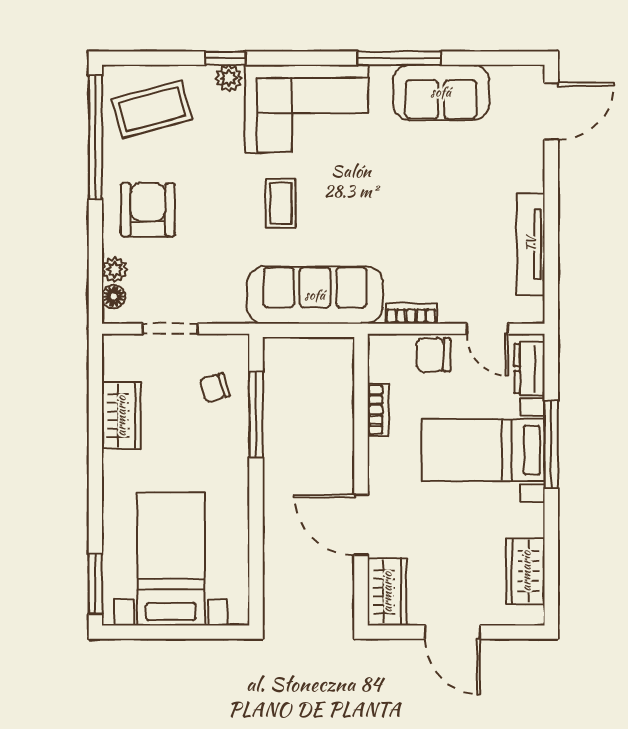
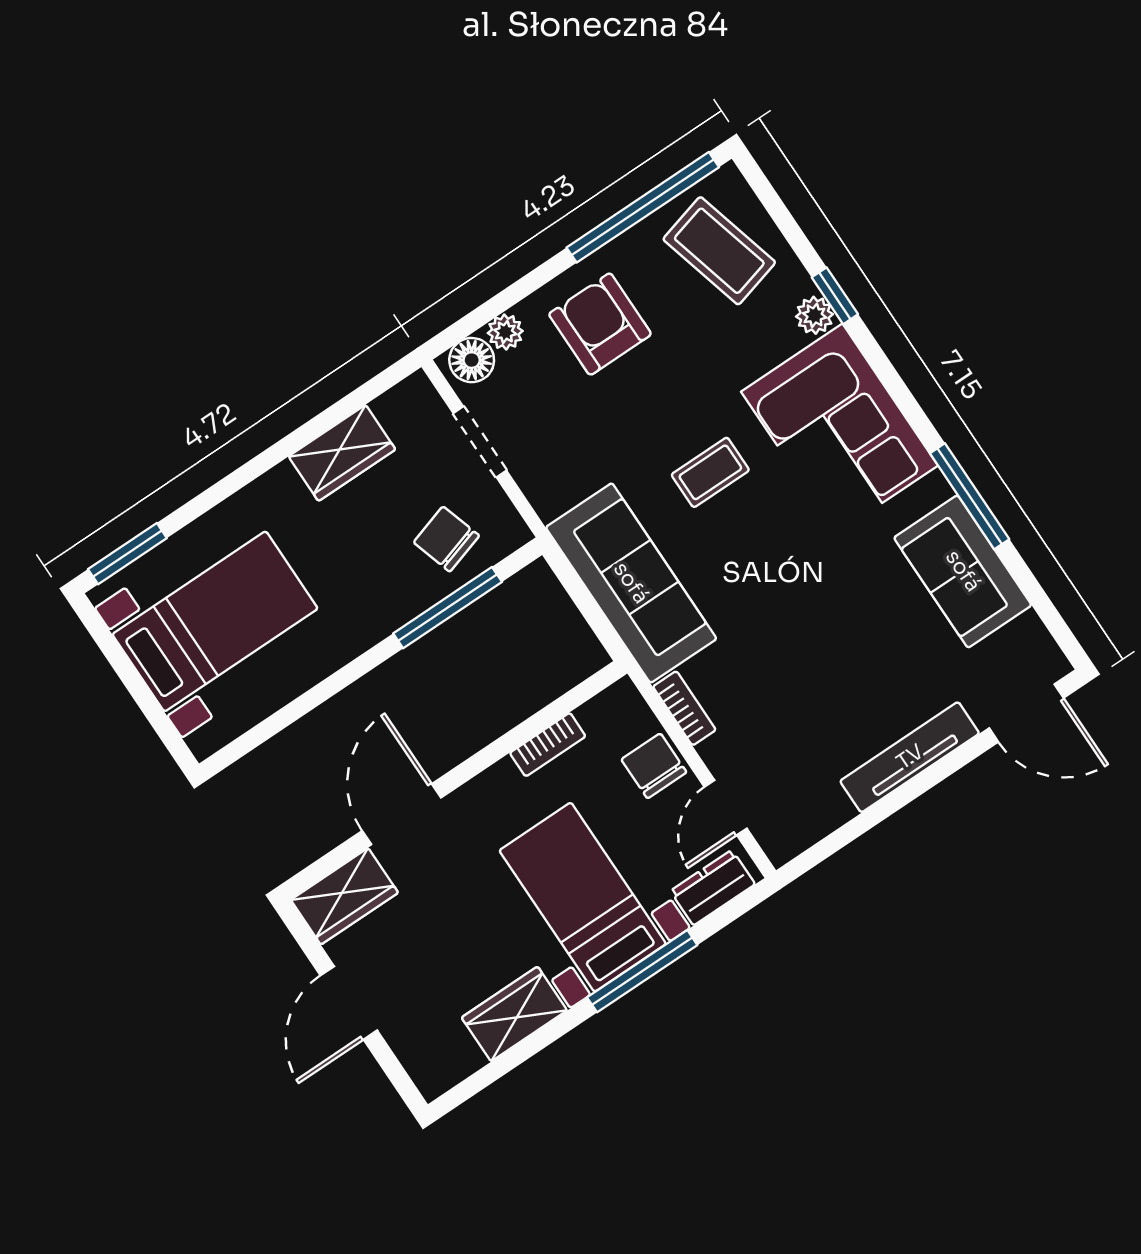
armchair: (148, 210) -> (600, 324), turned -90
tv unit: (531, 244) -> (910, 757), moved
floor lamp: (114, 297) -> (472, 360), width x1.37, depth x1.37
chair: (215, 388) -> (446, 539), width x1.37, depth x1.37
wardrobe: (526, 571) -> (514, 1014), moved

